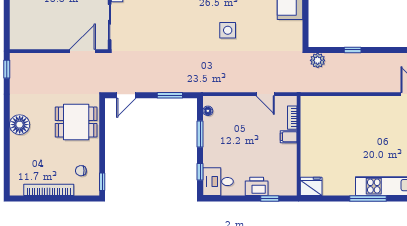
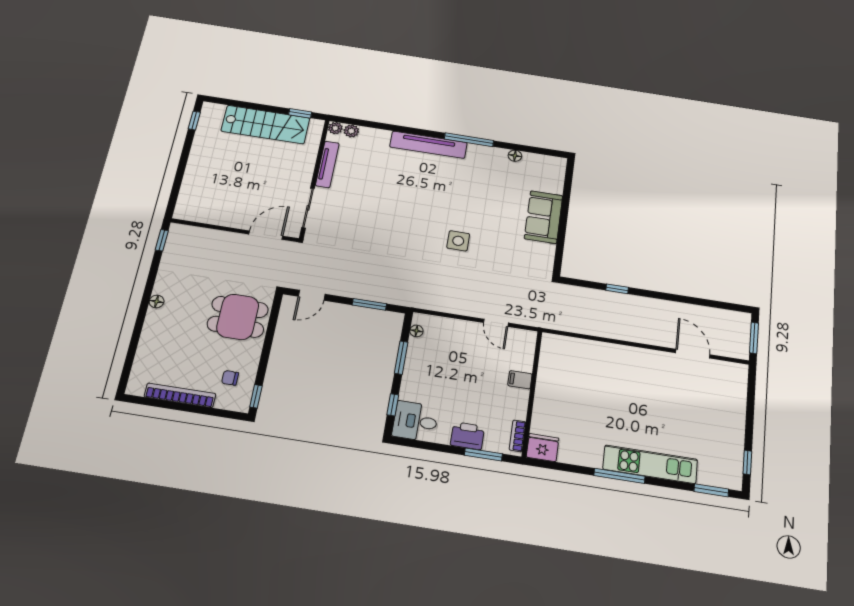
plant: (318, 60) -> (570, 294), removed
bookcase: (292, 118) -> (518, 436), moved
floor lamp: (20, 125) -> (157, 301), width x0.53, depth x0.53
window: (270, 198) -> (483, 454), width x1.50

